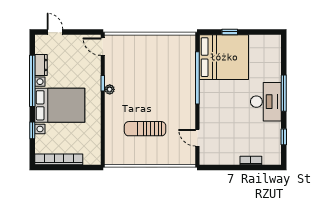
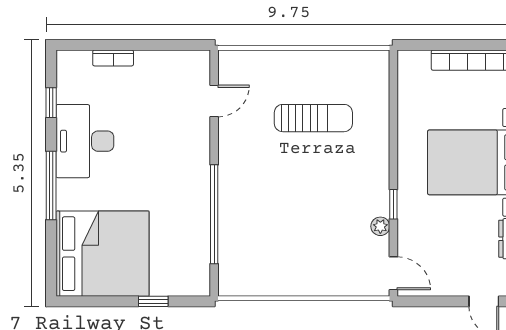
bed: (224, 57) -> (102, 254), moved, turned 180
plant: (110, 89) -> (380, 226), moved
desk: (266, 102) -> (85, 141), moved
door: (197, 138) -> (214, 101), hinge flipped

